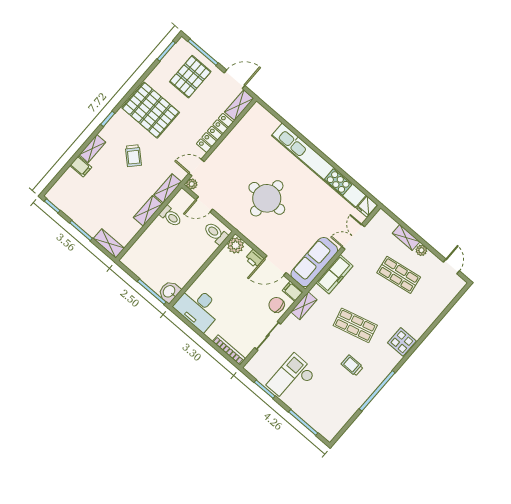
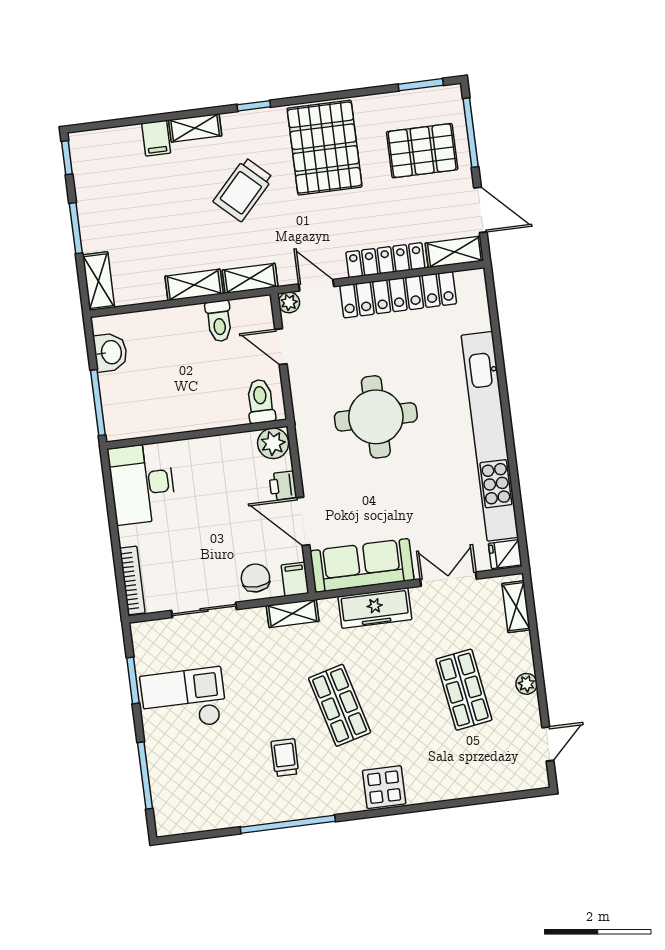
locker: (232, 142) -> (398, 295), added
trolley: (133, 156) -> (243, 190), width x1.36, depth x1.39
shelving: (406, 238) -> (516, 607), moved
washbasin: (169, 292) -> (110, 352), moved, turned 90

